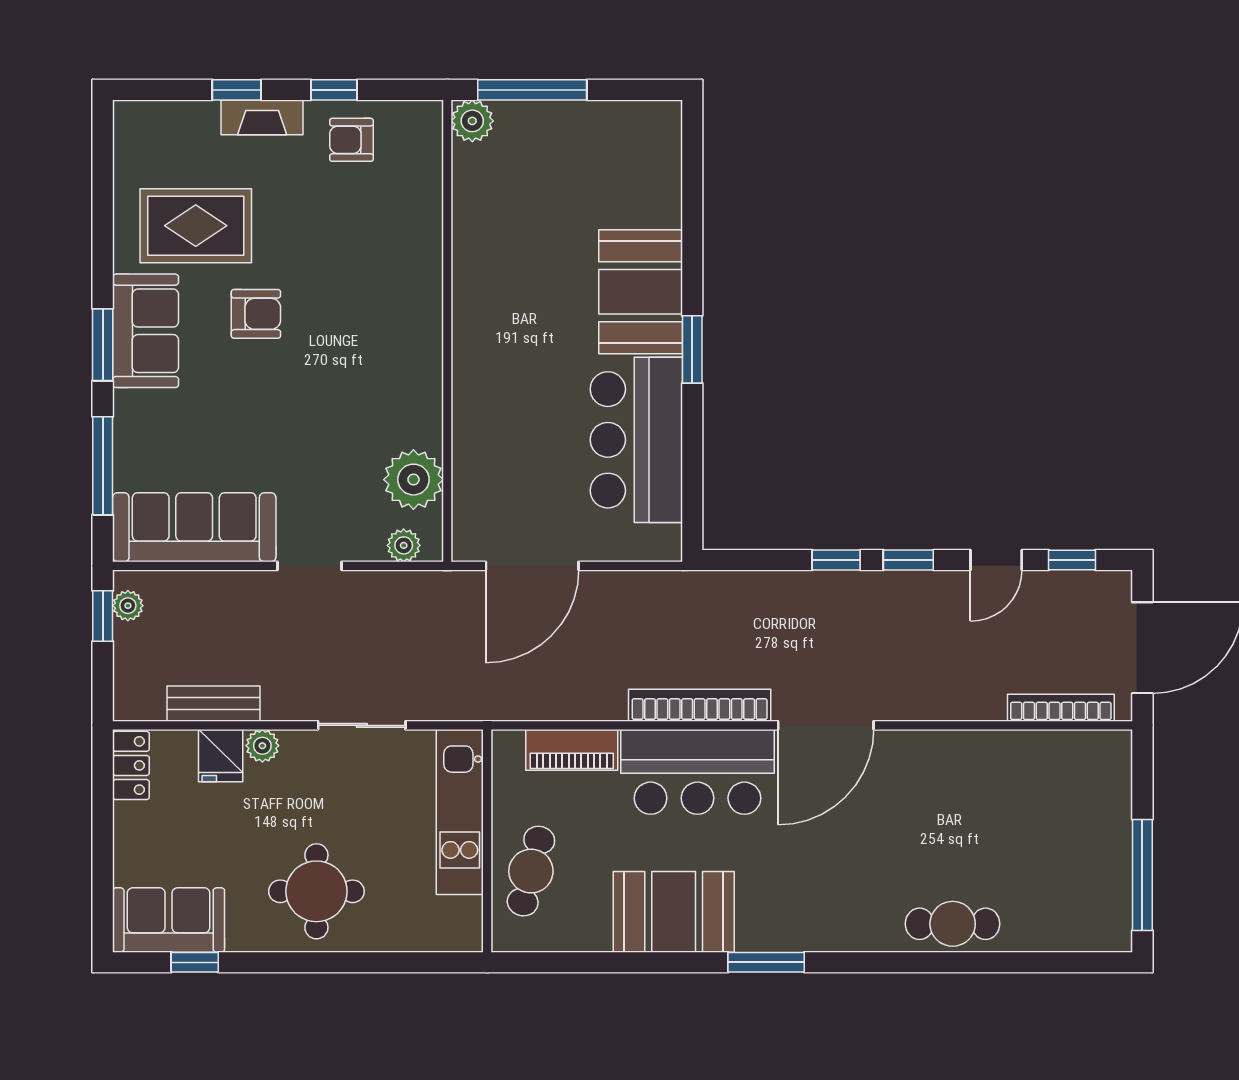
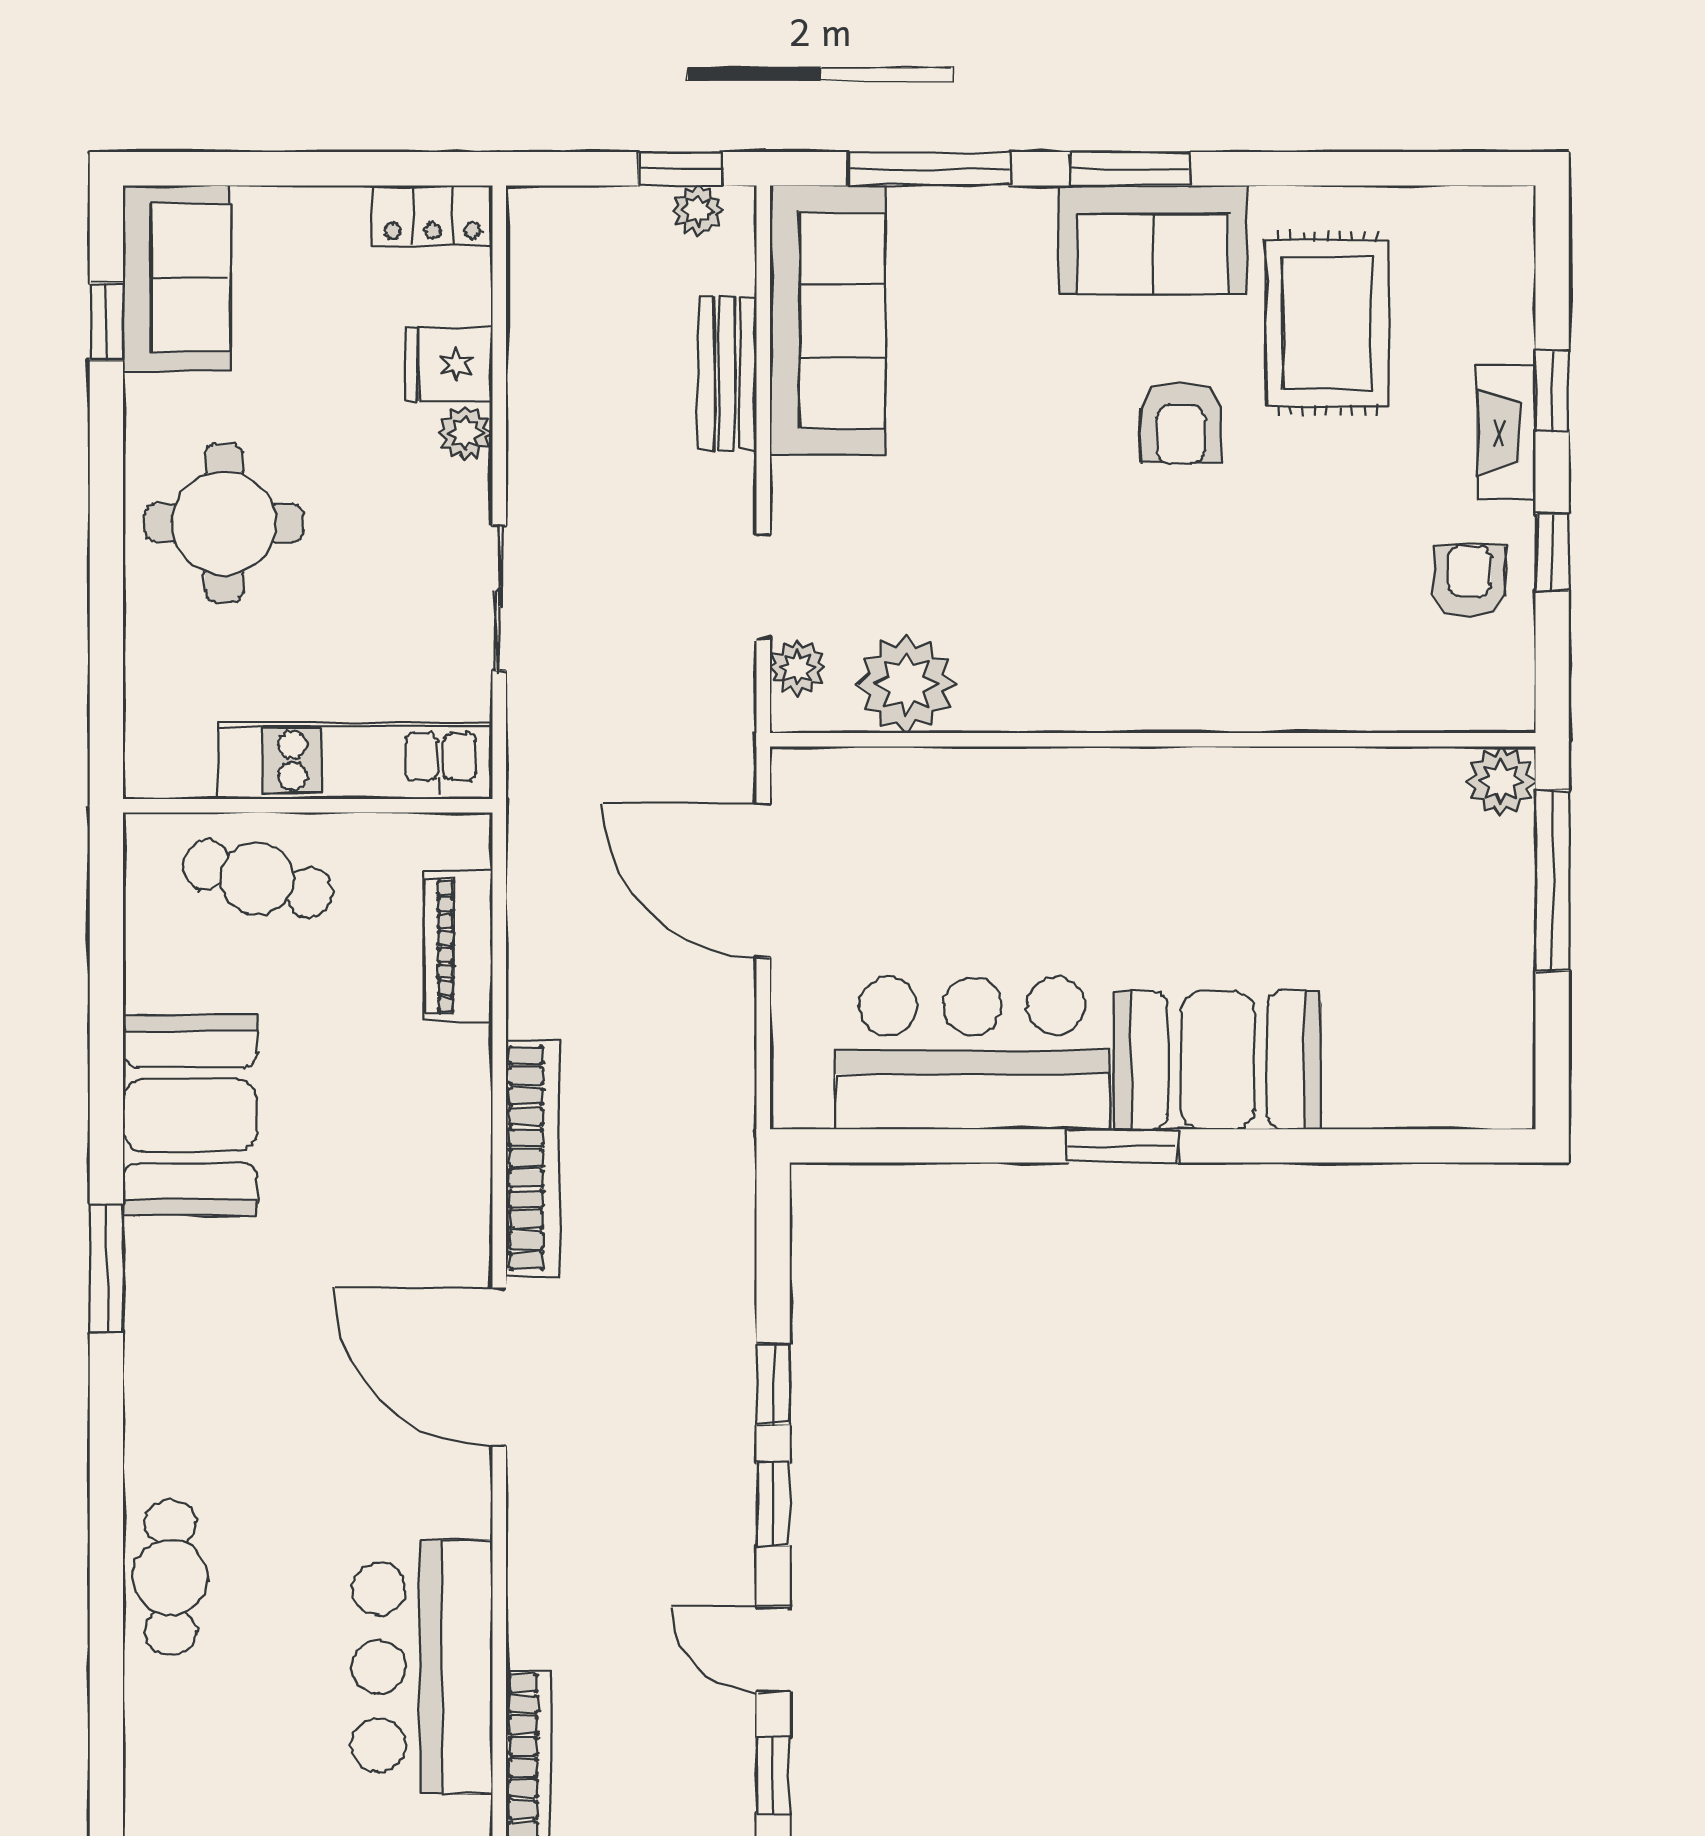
doorway: (309, 566) -> (763, 587), moved
bench: (213, 704) -> (727, 373), moved
bar counter: (697, 772) -> (422, 1667), moved

